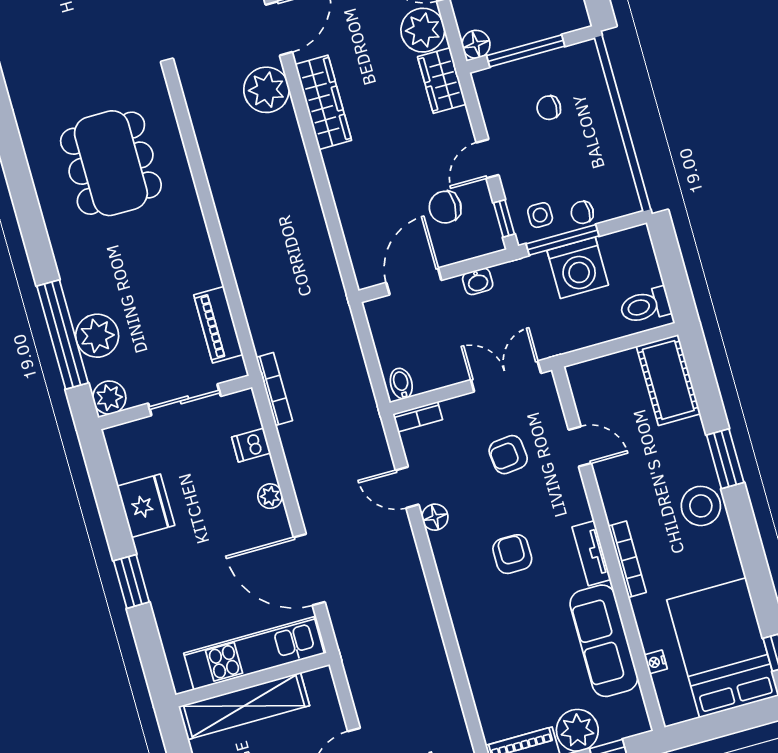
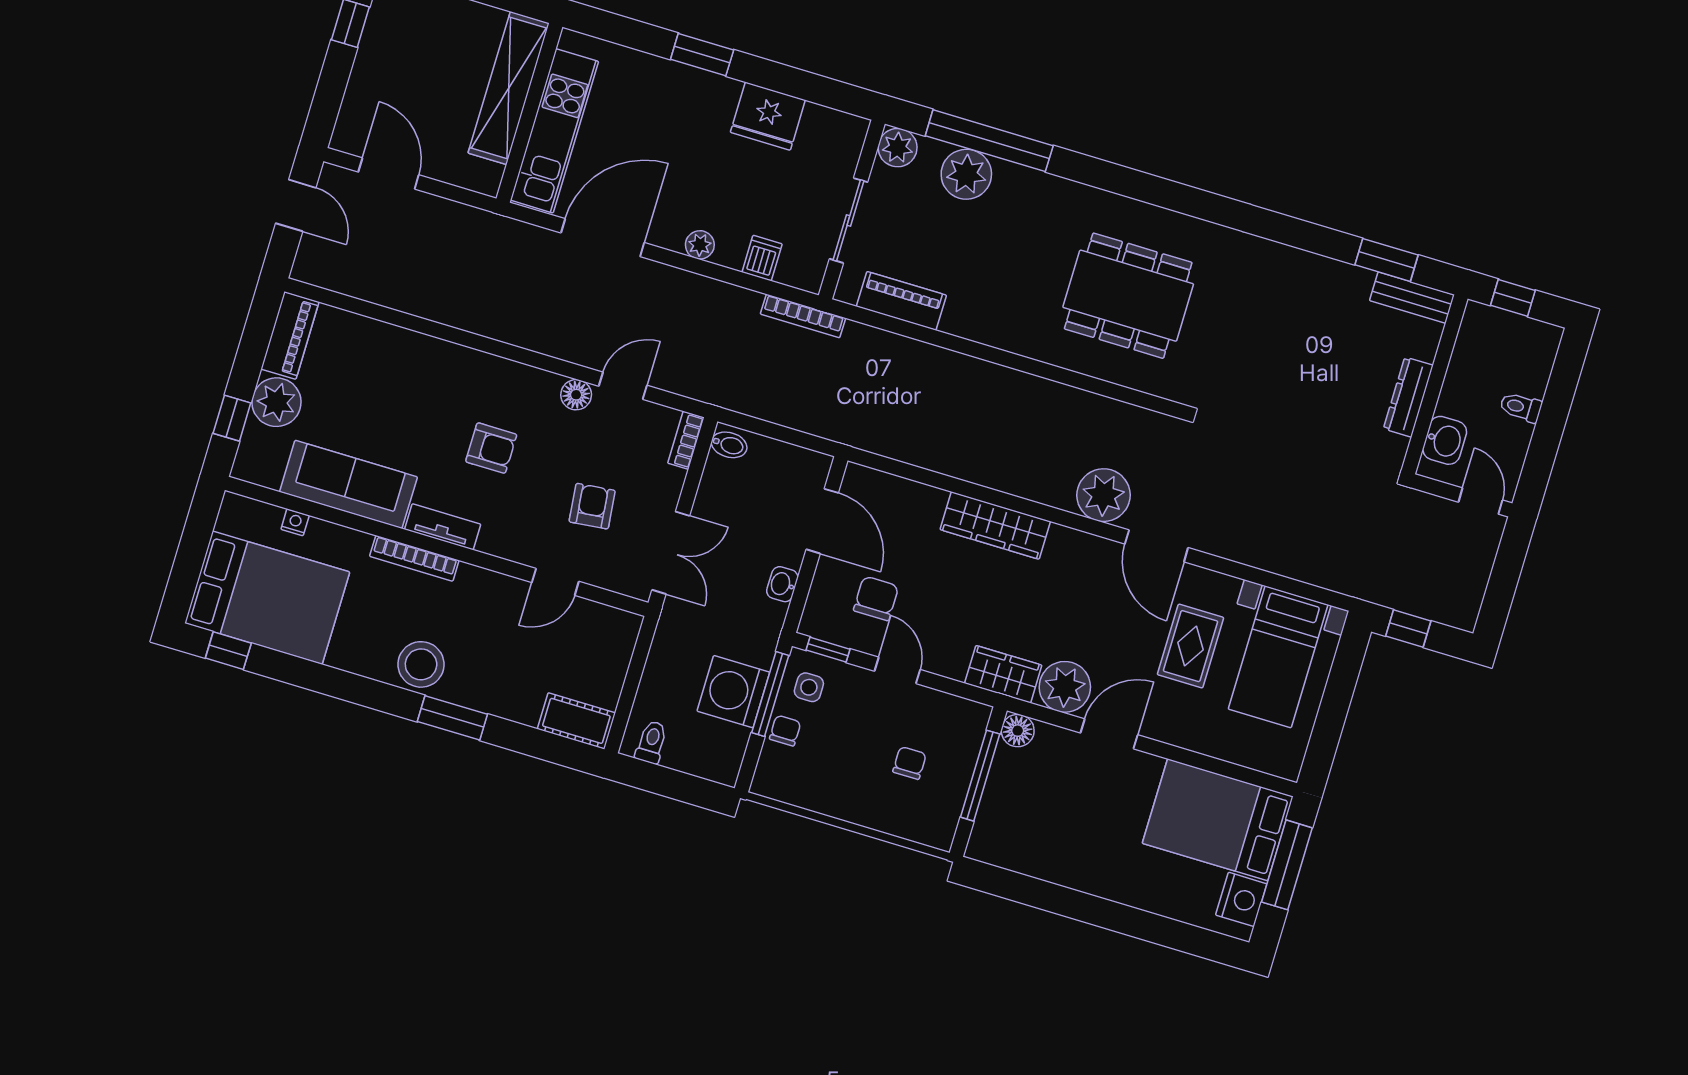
wardrobe: (323, 102) -> (995, 525), moved
toilet: (645, 306) -> (651, 742), width x0.73, depth x0.72
cot: (668, 380) -> (576, 721), width x0.73, depth x0.75

